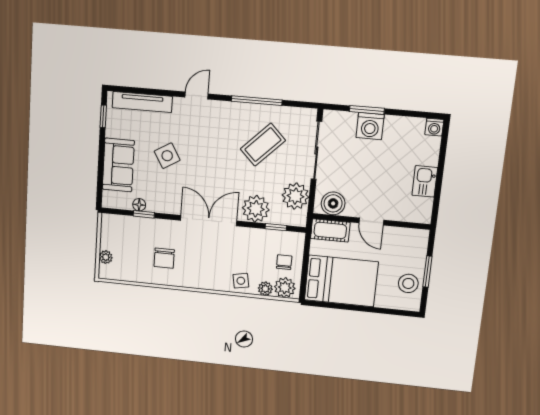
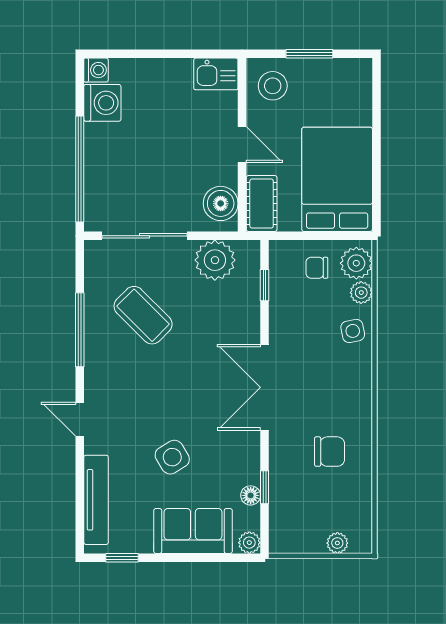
window: (367, 110) -> (80, 169), width x2.11
washing machine: (370, 126) -> (102, 103), moved
kitchen sink: (425, 181) -> (216, 74), moved
plant: (256, 209) -> (249, 543), moved, width x0.53, depth x0.53
door: (371, 221) -> (242, 145), hinge flipped
stool: (408, 283) -> (273, 86), moved

